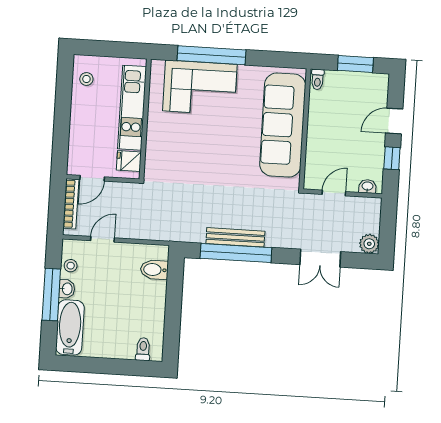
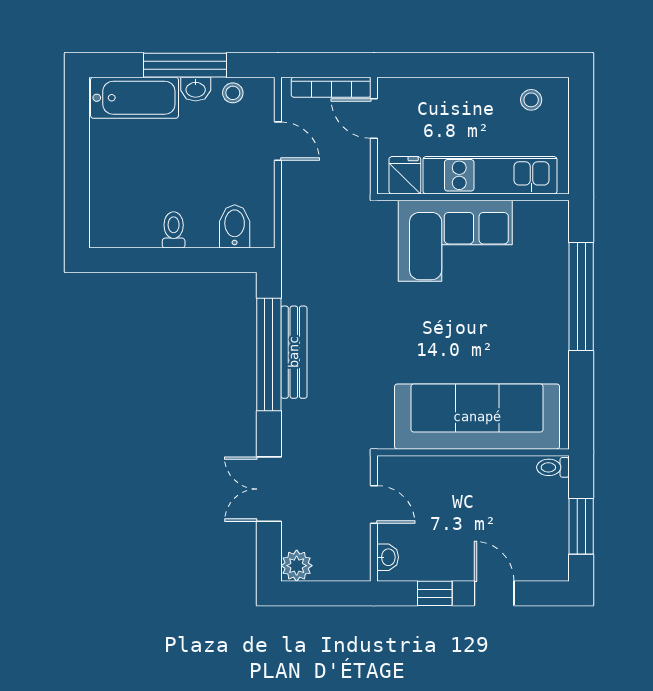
corner sofa: (200, 88) -> (455, 241), moved, turned -90
toilet: (143, 349) -> (174, 230), moved, turned -90

